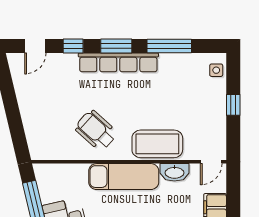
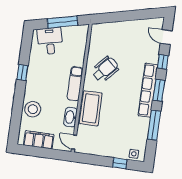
window: (233, 105) -> (120, 163), moved
exam couch: (124, 177) -> (75, 84), width x0.73, depth x0.69

